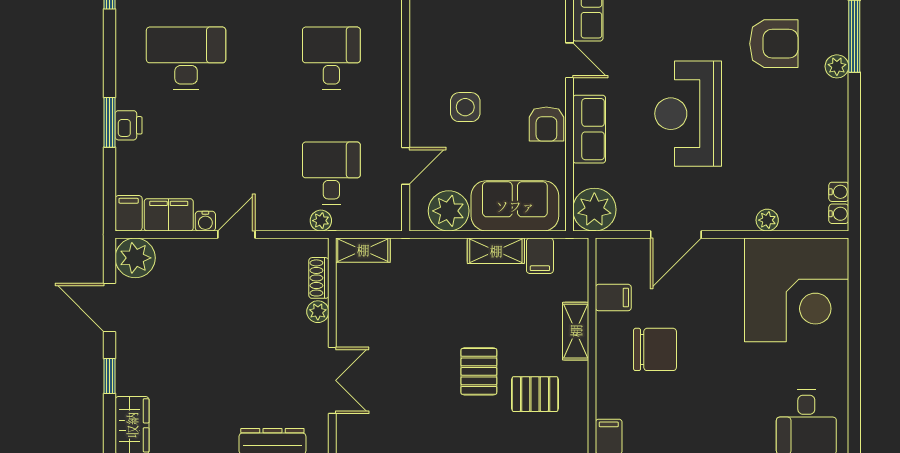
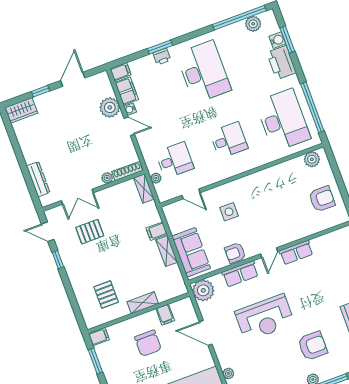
armchair: (774, 44) -> (313, 346), turned -90
desk: (186, 58) -> (204, 72), width x1.36, depth x1.30
reception desk: (688, 114) -> (265, 318), turned 180
plant: (449, 211) -> (177, 222), removed
plant: (321, 221) -> (156, 178), moved
filing cabinet: (540, 256) -> (157, 231), moved
plant: (135, 258) -> (110, 107), moved
shoe rack: (319, 278) -> (127, 171), width x1.43
pallet: (479, 371) -> (90, 232), moved

